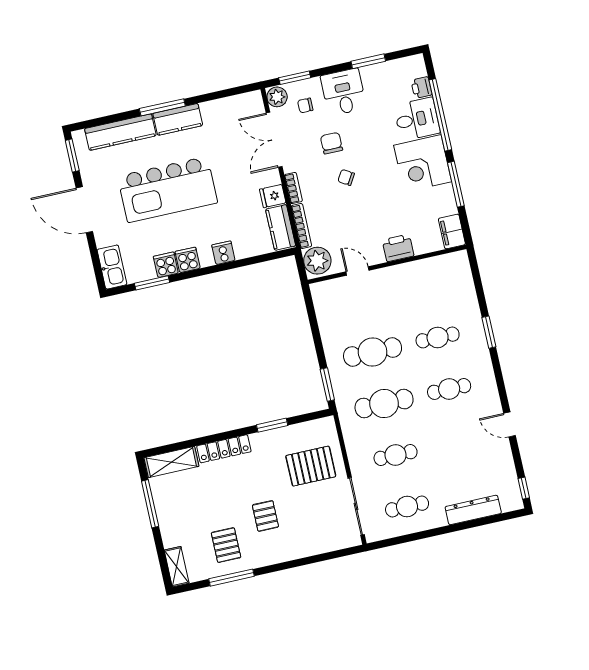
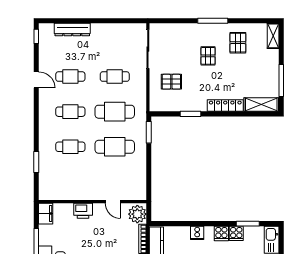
window: (489, 332) -> (36, 162), moved
pallet: (311, 466) -> (171, 82), width x0.67, depth x0.71
cafe table: (407, 507) -> (70, 77), moved
window: (231, 578) -> (213, 21), moved

